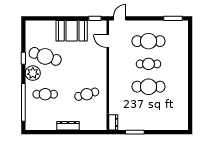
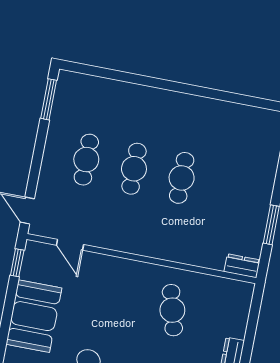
door: (108, 41) -> (70, 245), hinge flipped
cafe table: (149, 41) -> (86, 160), width x0.73, depth x0.74
cafe table: (149, 87) -> (182, 178), width x0.73, depth x0.74

